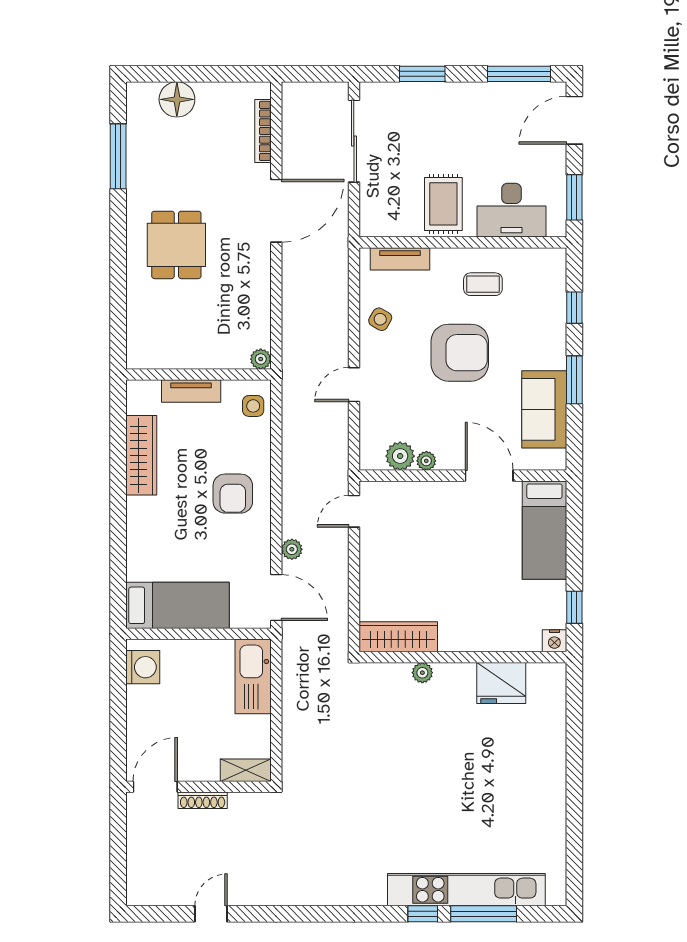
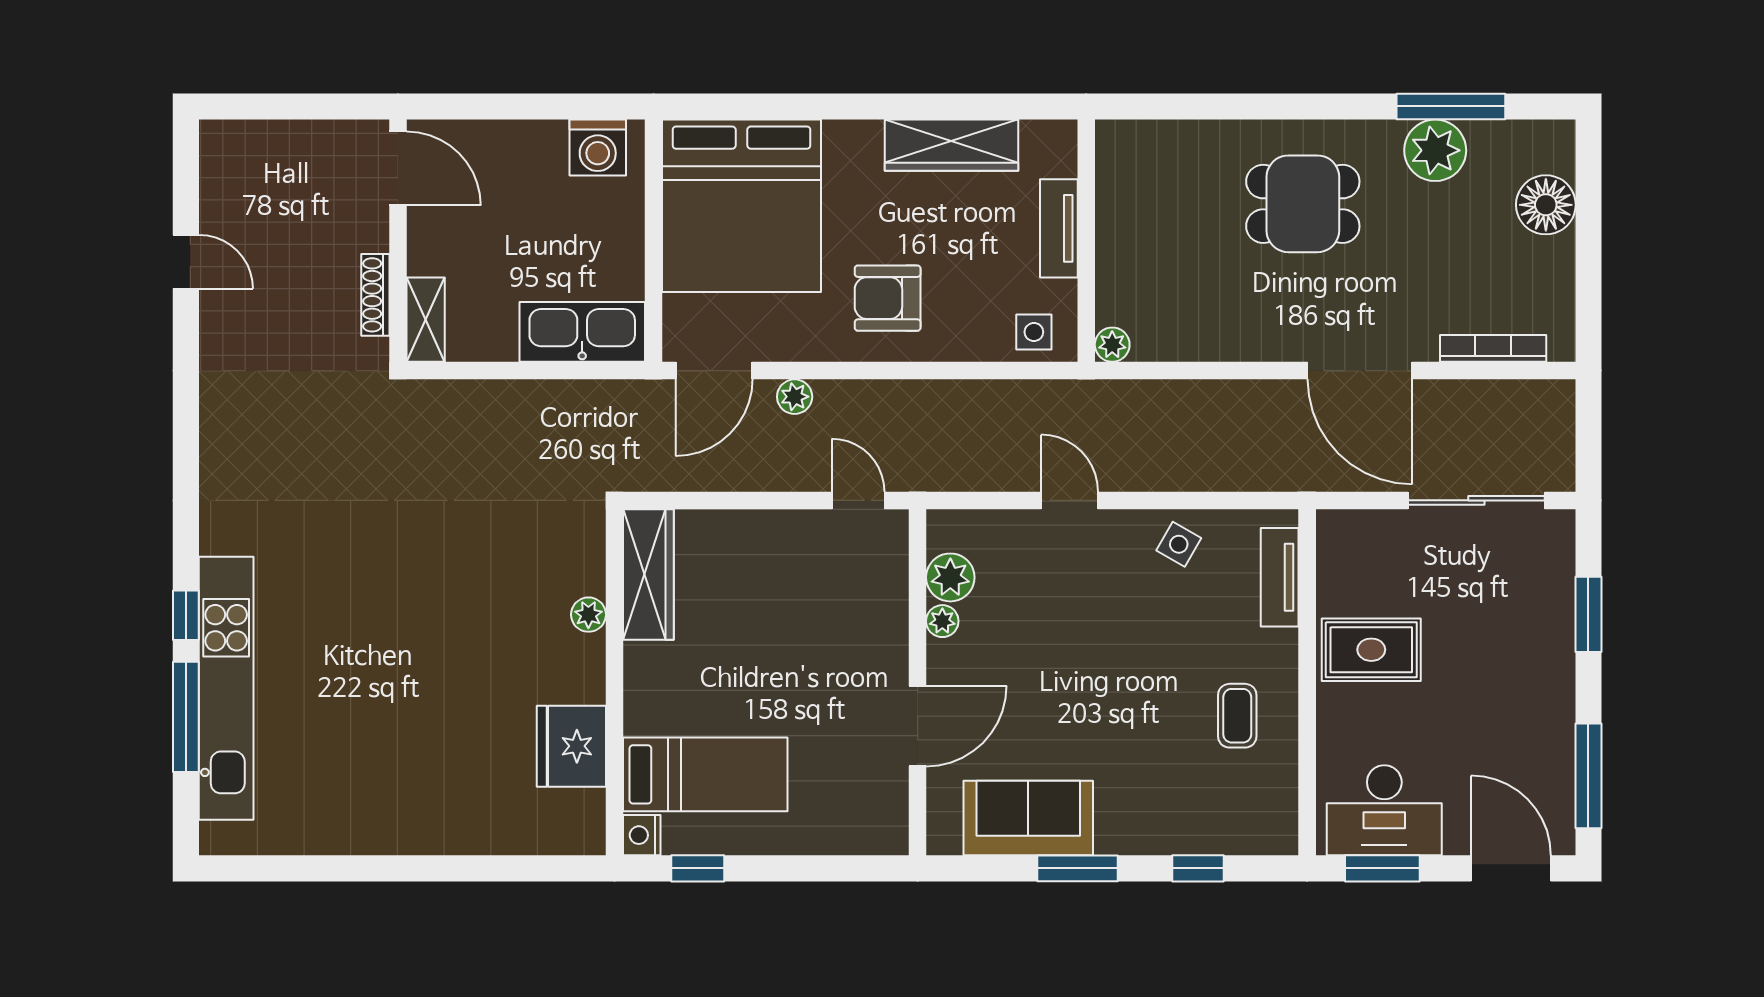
plant: (144, 166) -> (1435, 150), added
desk: (511, 210) -> (1384, 810), moved, turned -90
armchair: (460, 353) -> (1123, 677), removed
bed: (544, 530) -> (705, 774), moved, turned 180
bed: (178, 605) -> (742, 206), width x2.04
shoe rack: (203, 800) -> (375, 295), moved

